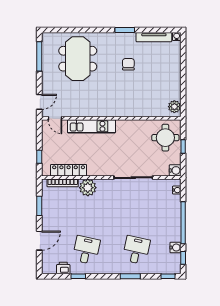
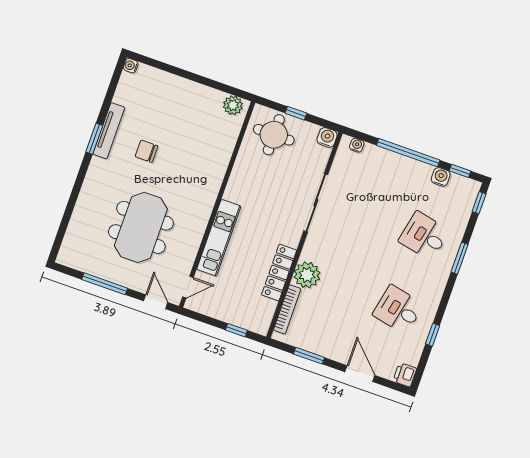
tv unit: (154, 37) -> (109, 131), moved
window: (39, 56) -> (105, 284), moved
meeting table: (78, 59) -> (141, 227), moved, turned 90
locker: (69, 170) -> (279, 273), moved
printer: (63, 268) -> (405, 375), moved

